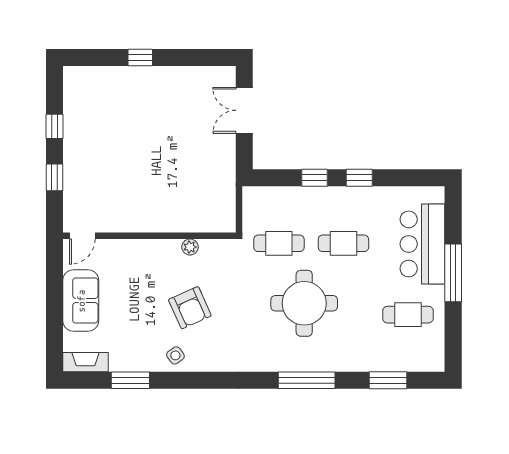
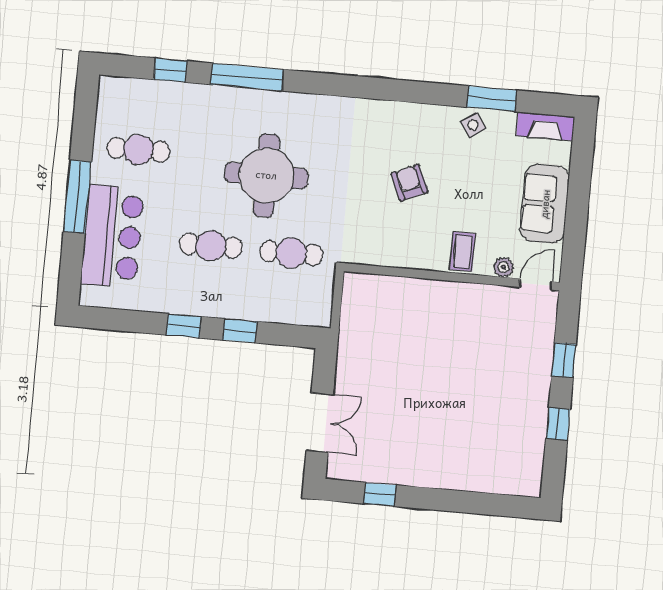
window: (140, 57) -> (380, 494), moved
plant: (190, 247) -> (503, 267), moved
coffee table: (143, 256) -> (462, 252), added
armchair: (190, 308) -> (409, 183), width x0.72, depth x0.72
side table: (175, 355) -> (473, 125), moved
window: (307, 380) -> (247, 77), moved
window: (388, 380) -> (170, 70), width x0.67

